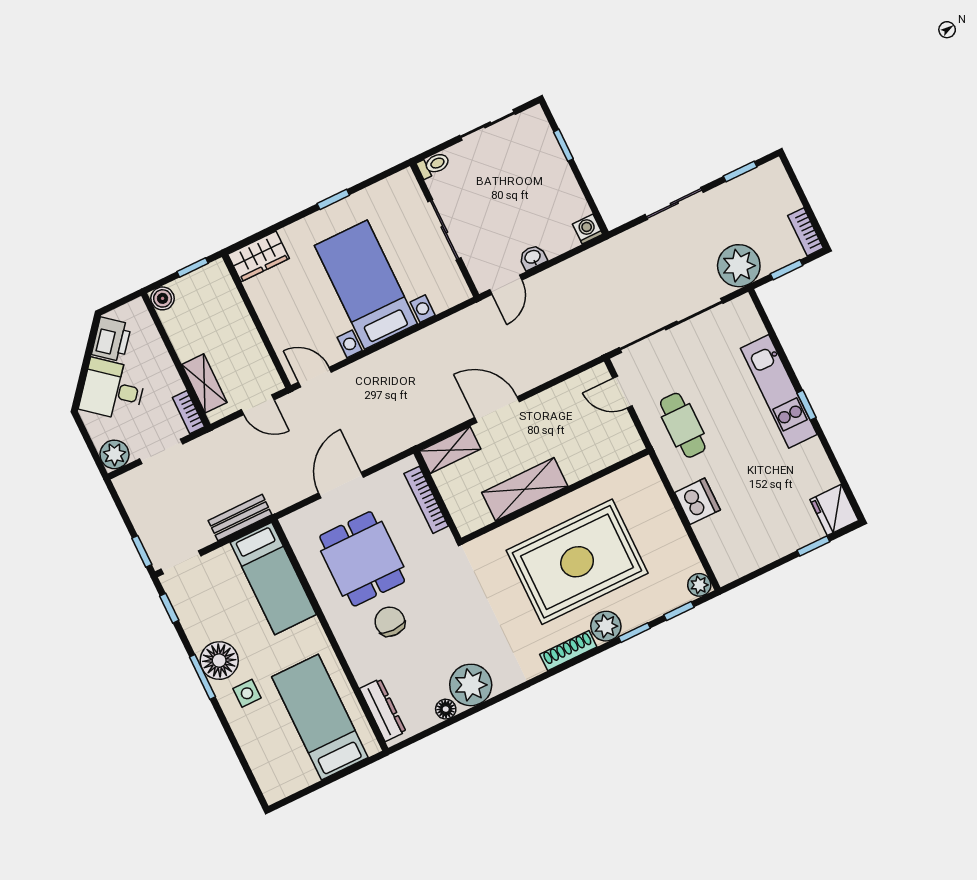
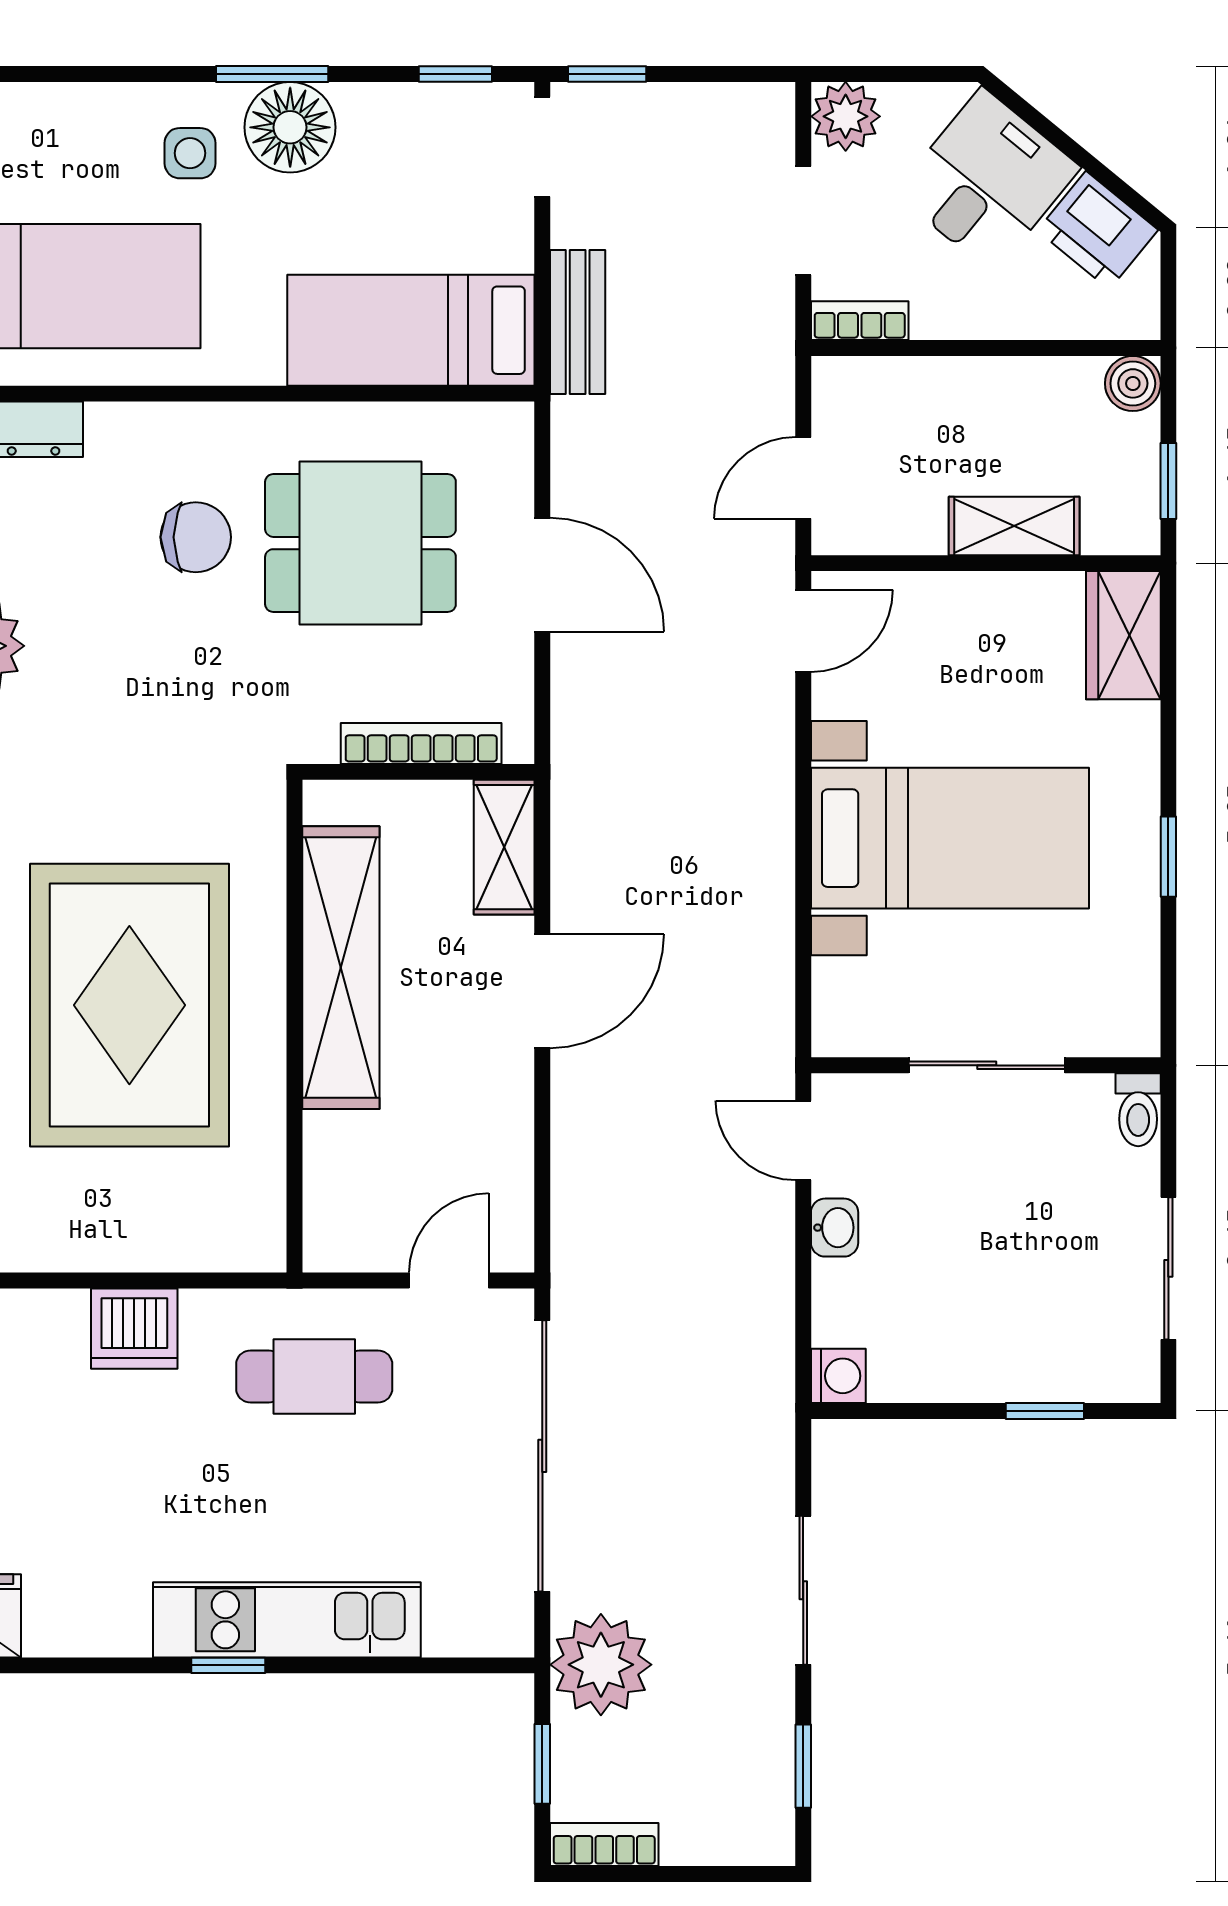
shelving: (204, 383) -> (1014, 526), moved
shelving: (525, 489) -> (341, 968), width x1.47

